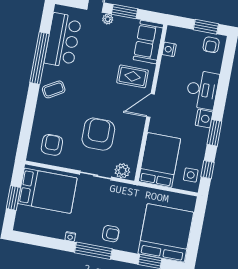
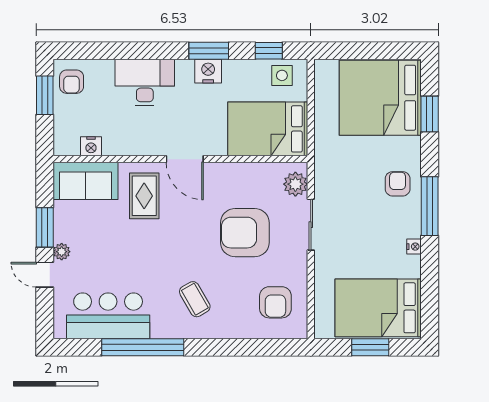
armchair: (211, 45) -> (72, 82), turned 90
coffee table: (54, 89) -> (195, 299), moved
nightstand: (204, 119) -> (208, 71), moved
armchair: (52, 145) -> (275, 302), turned -90
bed: (47, 191) -> (378, 308), moved, turned -90

